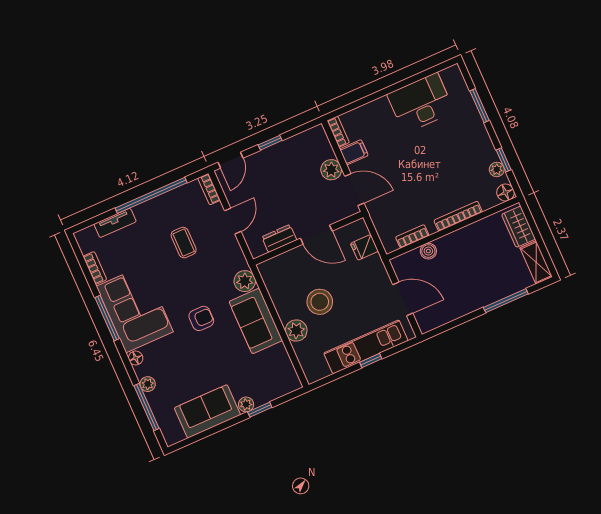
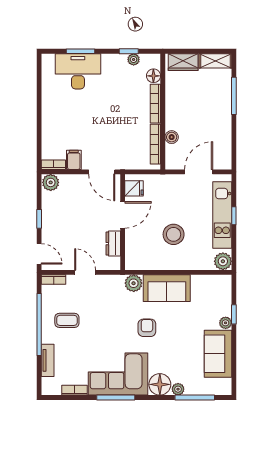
desk: (421, 103) -> (78, 71), moved, turned 90
plant: (331, 170) -> (51, 182), moved
door: (354, 190) -> (102, 172), swing flipped
floor lamp: (506, 192) -> (153, 76), moved
bookcase: (412, 236) -> (155, 144), width x1.56
coffee table: (184, 243) -> (67, 320), moved
fridge: (364, 247) -> (134, 188), moved, turned -90
plant: (296, 330) -> (223, 261), moved
floor lamp: (136, 358) -> (160, 384), width x1.89, depth x1.89

